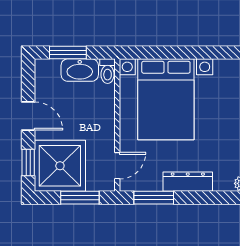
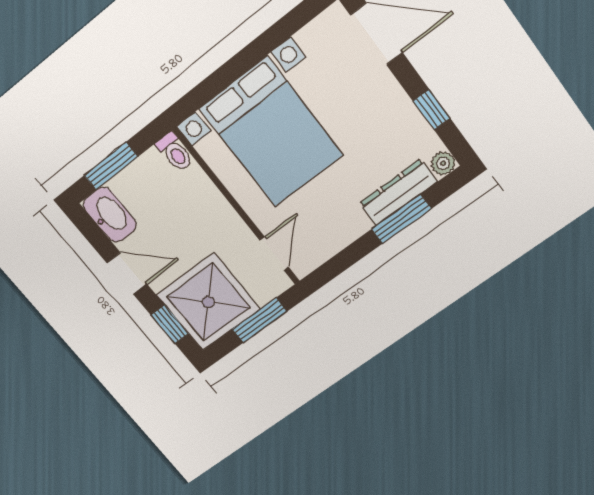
washbasin: (80, 70) -> (110, 215), moved, turned -90
dresser: (188, 182) -> (398, 192), moved
window: (154, 198) -> (401, 219), moved

